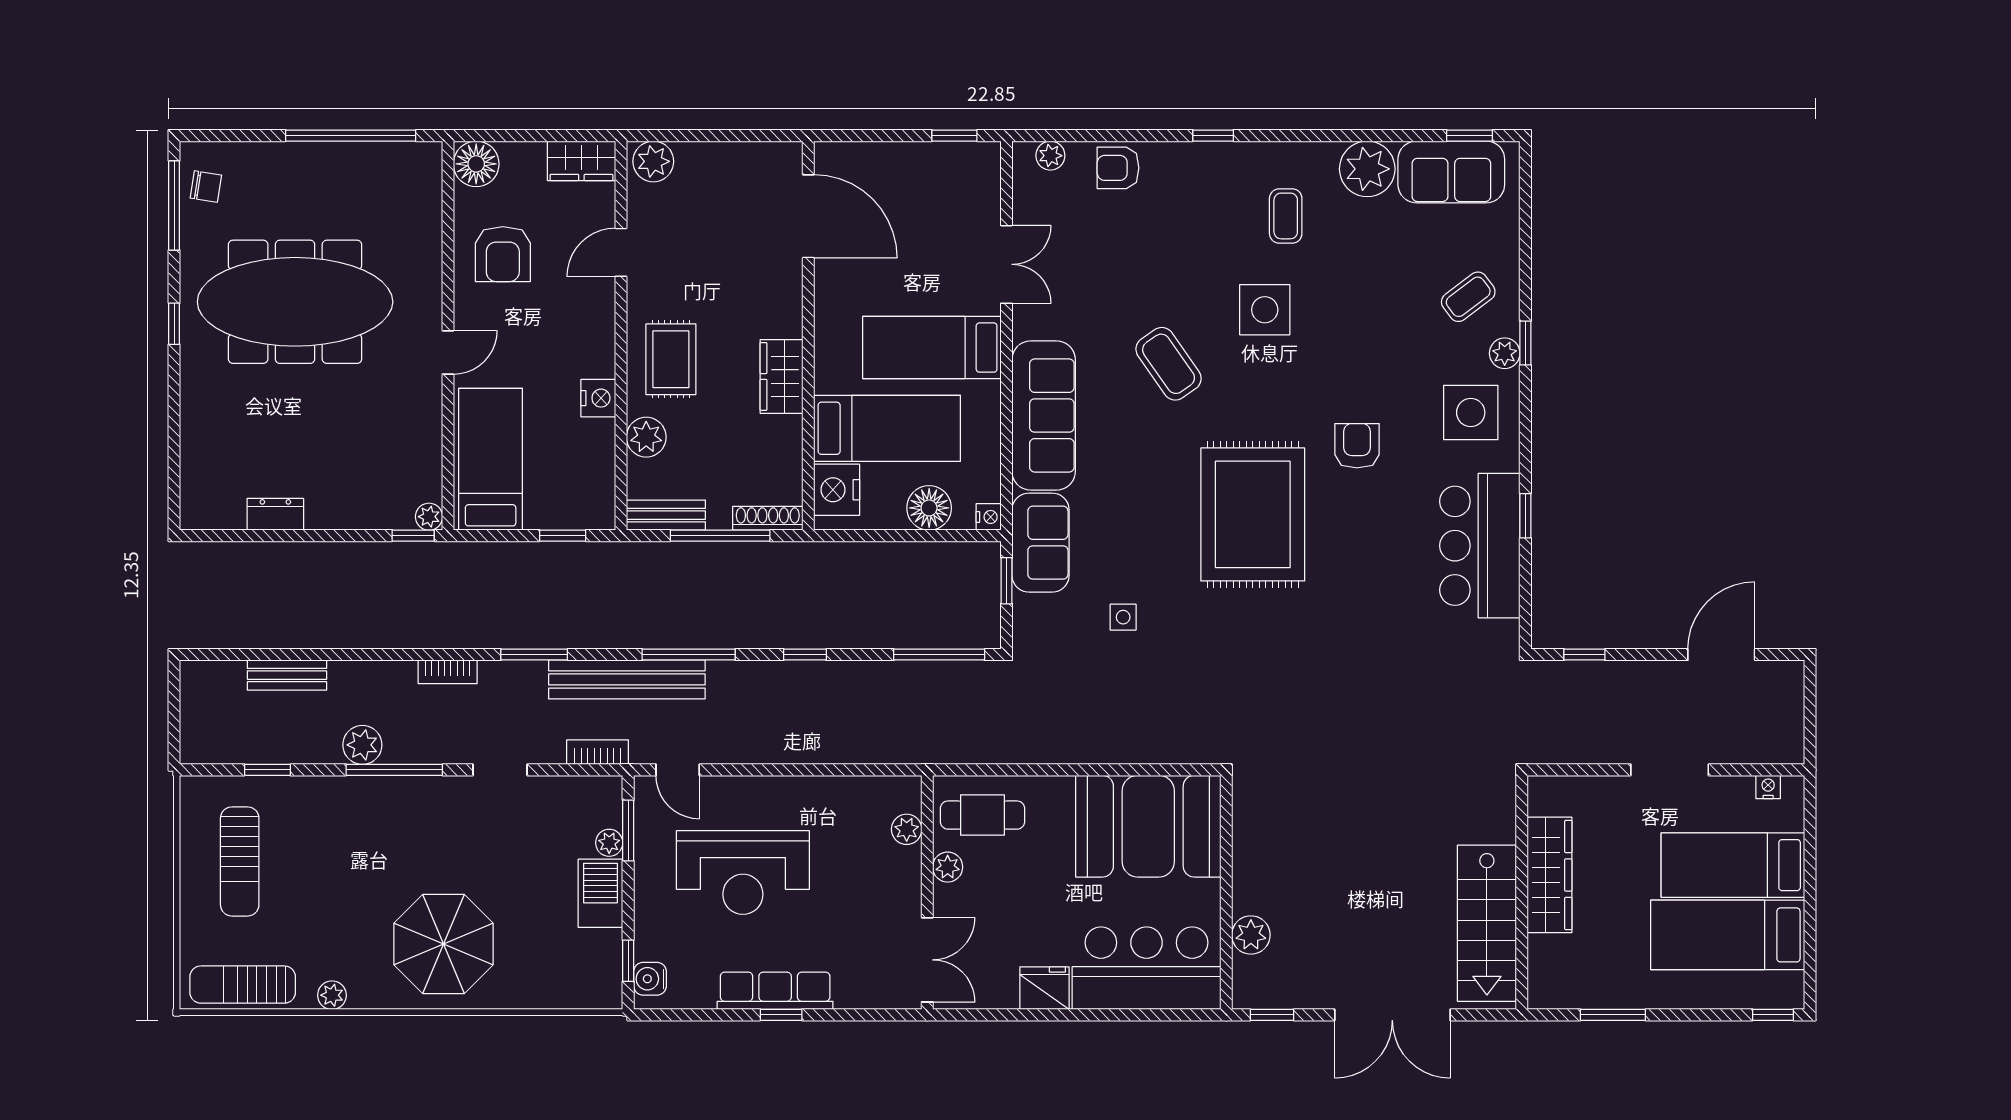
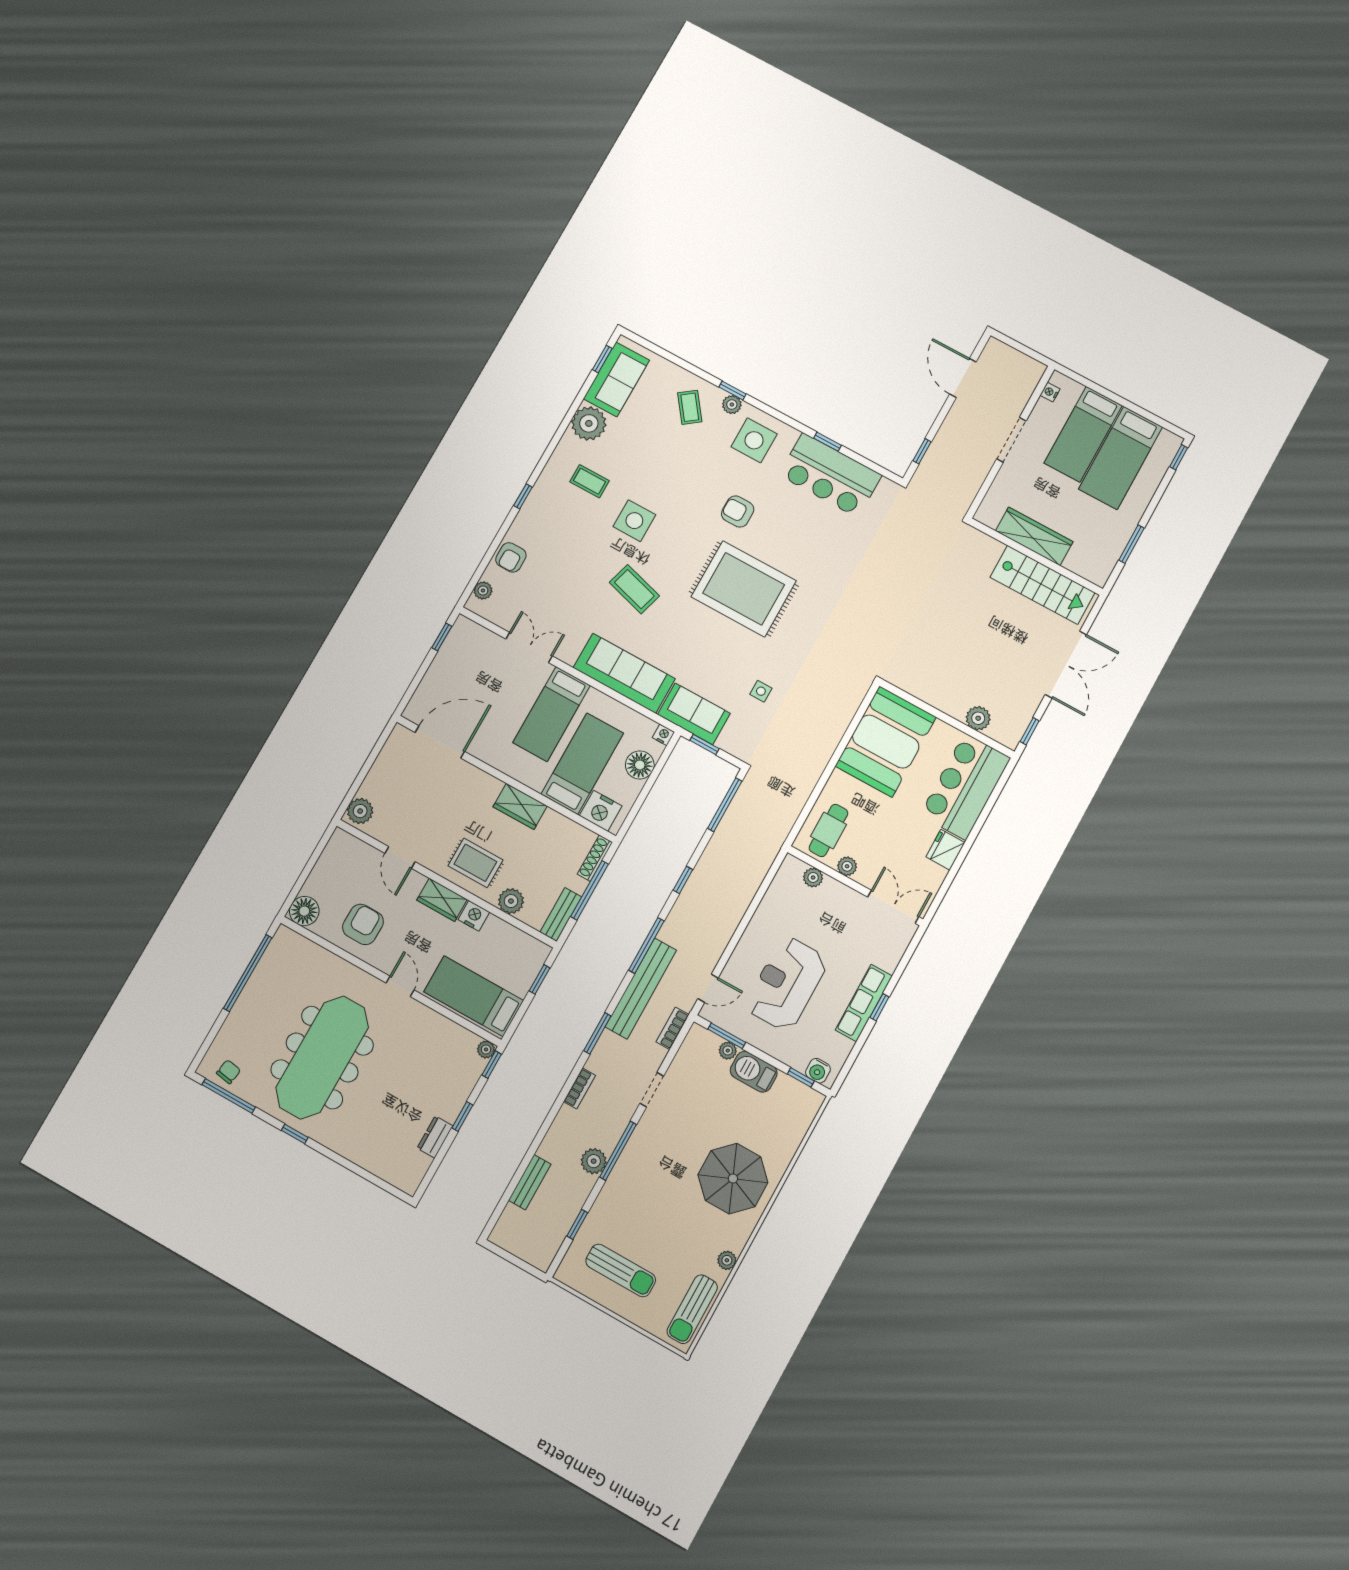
wardrobe: (581, 161) -> (442, 900), moved, turned 90
armchair: (503, 254) -> (363, 924), turned -90
coffee table: (1169, 364) -> (634, 589), turned 51
window: (323, 536) -> (462, 1117), added
reception desk: (743, 873) -> (787, 984), turned 180

